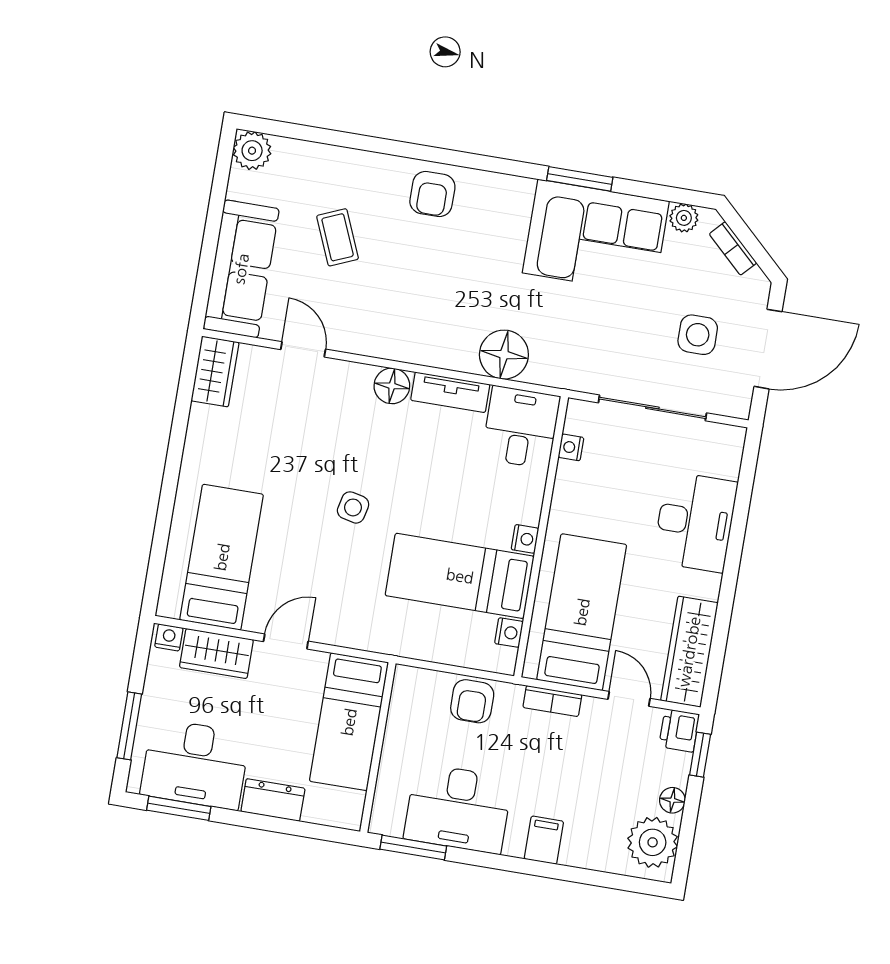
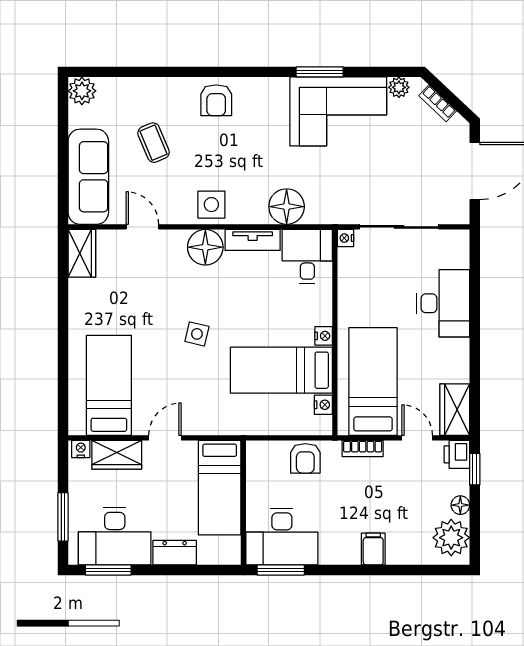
side table: (698, 335) -> (211, 205), moved
floor lamp: (392, 386) -> (205, 247), width x1.38, depth x1.38
nightstand: (571, 447) -> (346, 238), moved
wardrobe: (689, 652) -> (455, 410), width x0.67
desk: (458, 808) -> (282, 537), moved

